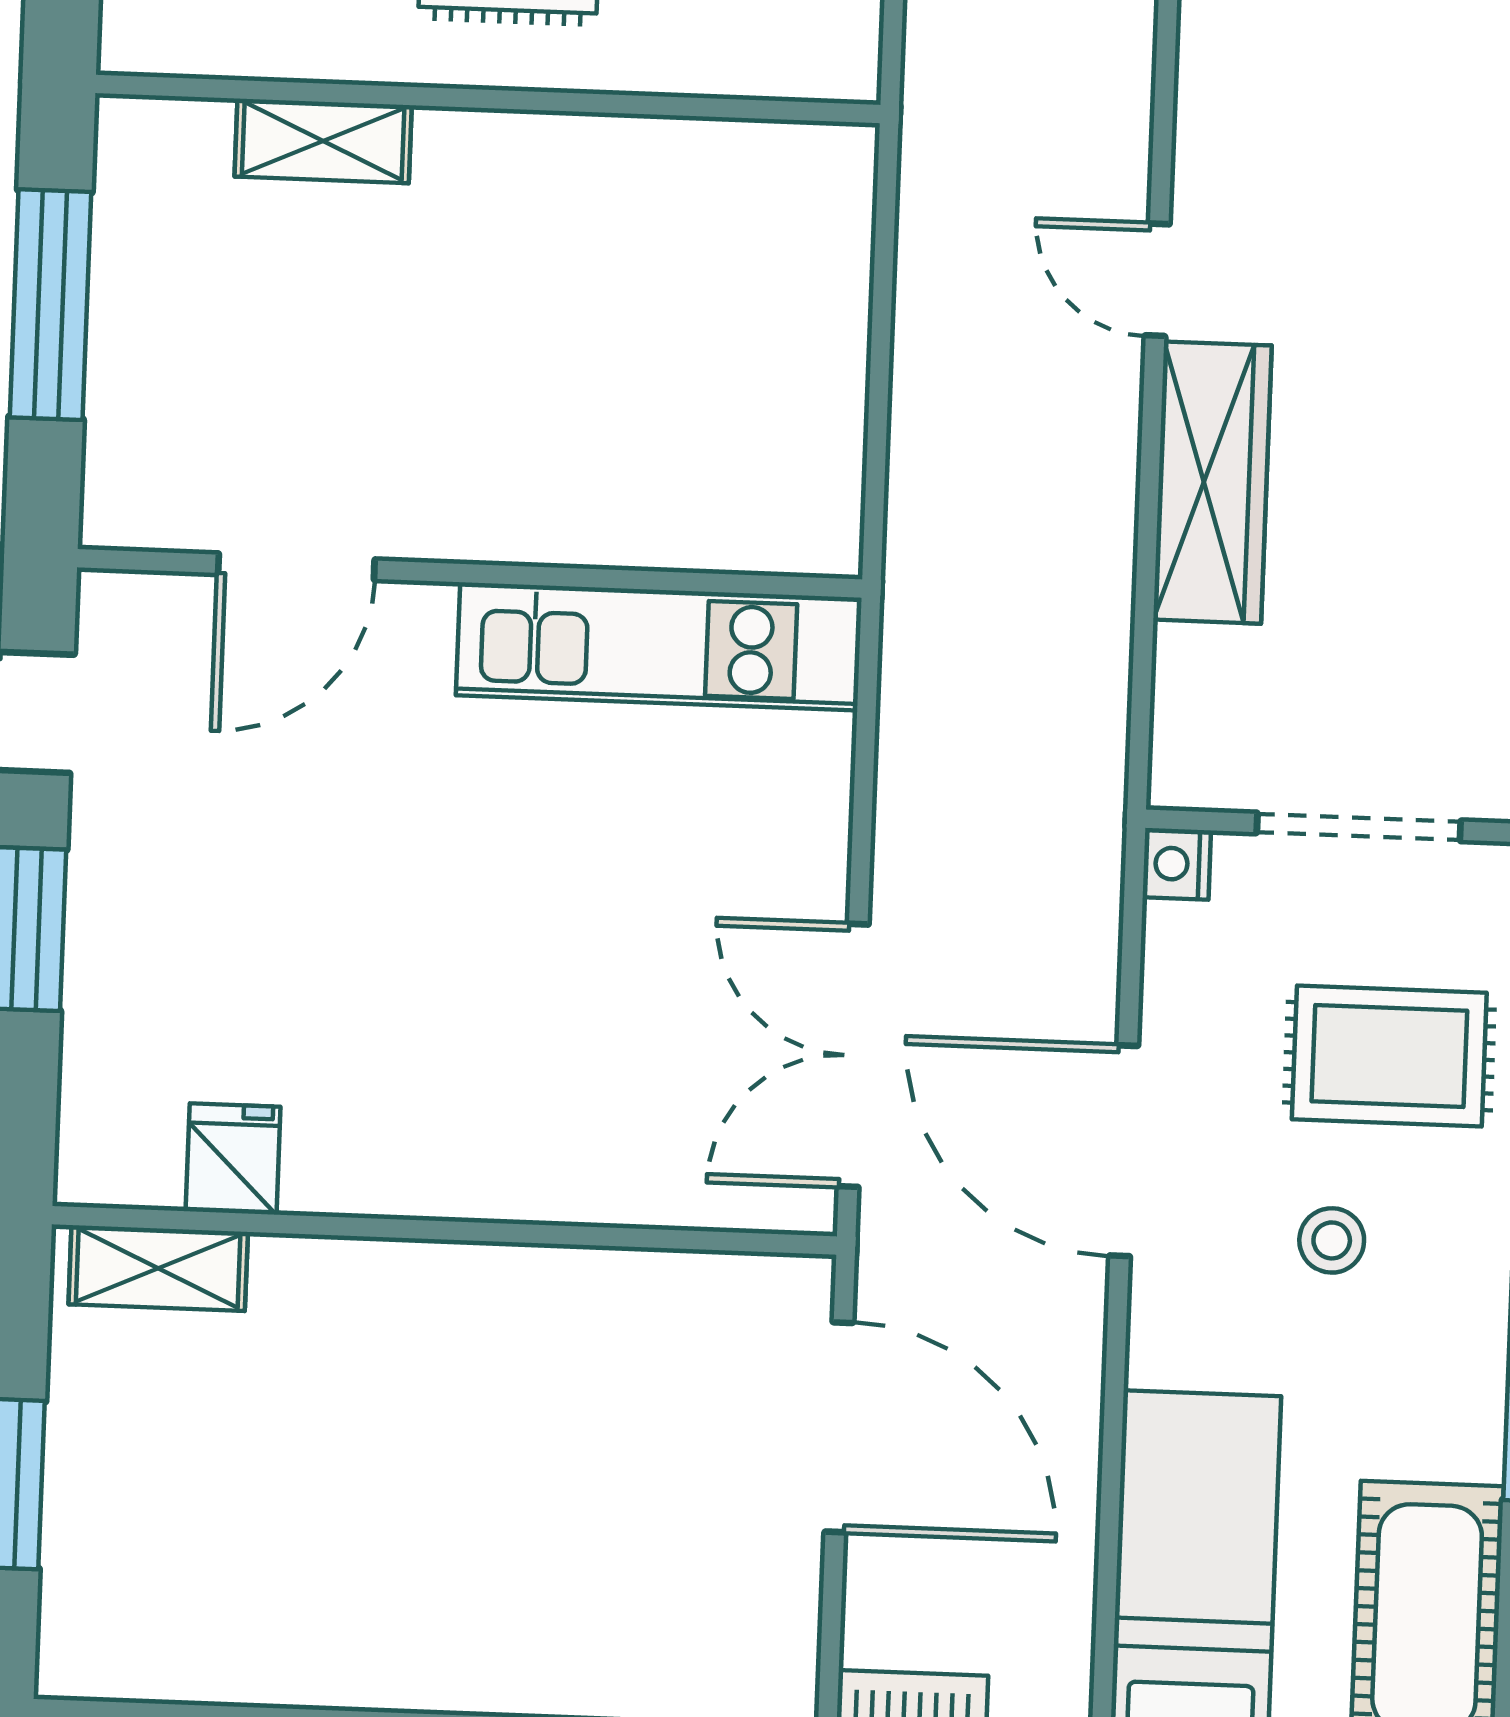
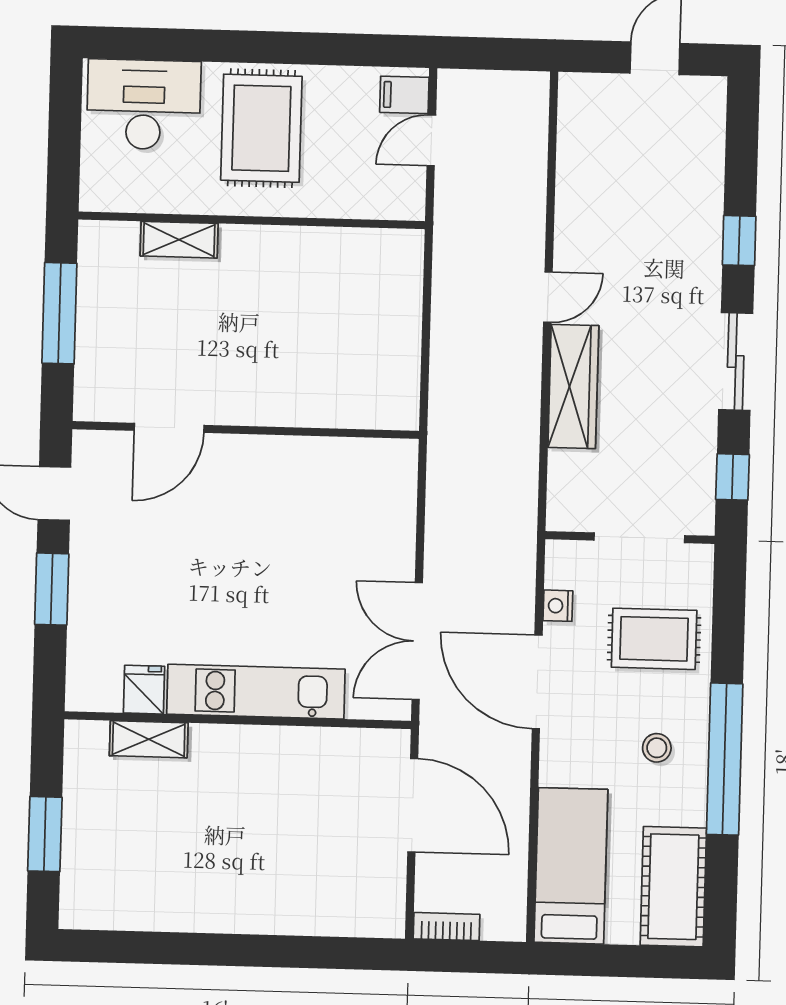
door: (1157, 280) -> (548, 297), swing flipped
kitchen unit: (659, 646) -> (256, 692), moved, turned 180
nightstand: (1177, 864) -> (558, 606), moved
stool: (1332, 1240) -> (657, 748), moved
shelving: (158, 1268) -> (149, 739), moved

